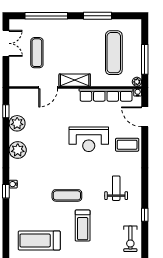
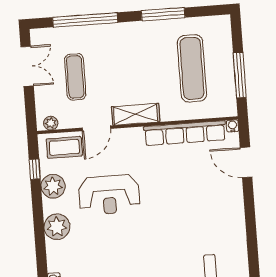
plant: (137, 82) -> (51, 123), moved
reception desk: (89, 139) -> (109, 195), moved
coffee table: (127, 145) -> (64, 147), moved

